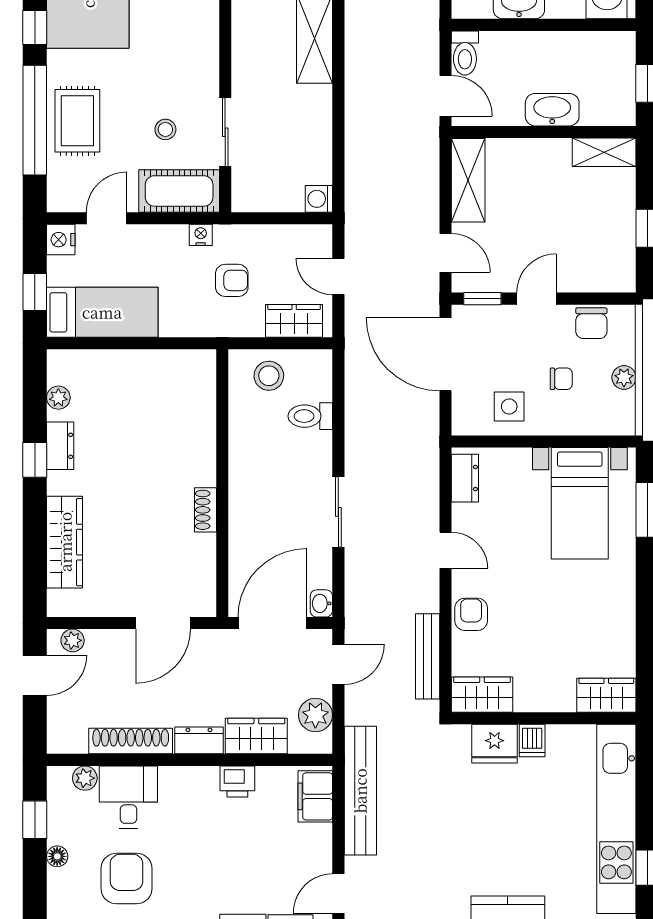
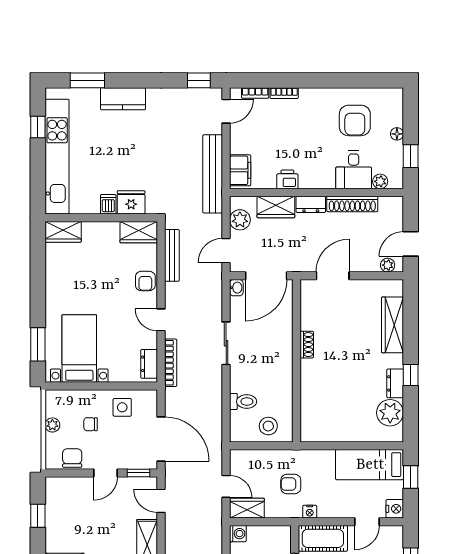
wardrobe: (294, 321) -> (247, 508), moved, turned 180
plant: (58, 398) -> (390, 413), width x1.88, depth x1.88
bookcase: (429, 480) -> (171, 363), added

